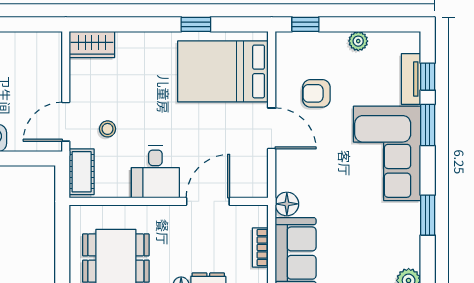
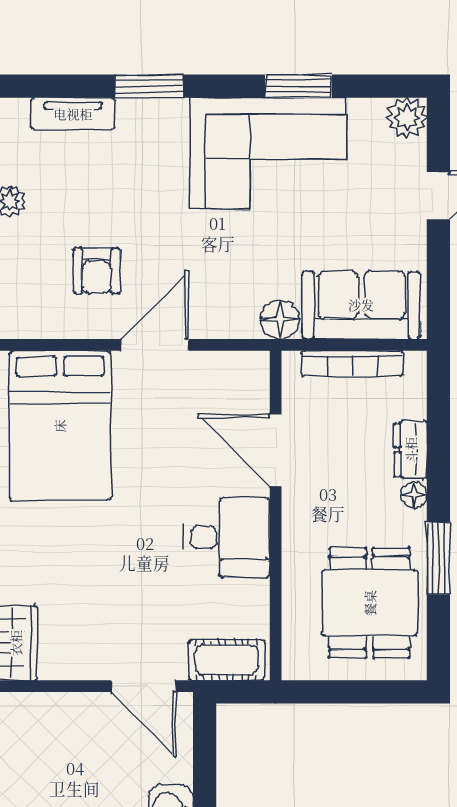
window: (428, 77) -> (69, 86), removed
stool: (108, 129) -> (155, 617), removed
corner sofa: (387, 153) -> (268, 153), moved
bookcase: (260, 248) -> (352, 364), width x1.56

